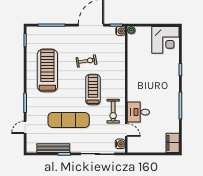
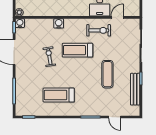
treadmill: (47, 70) -> (59, 95), width x0.73, depth x0.73
exercise mat: (69, 120) -> (107, 74), width x0.73, depth x0.69
water cooler: (120, 144) -> (59, 23), moved

